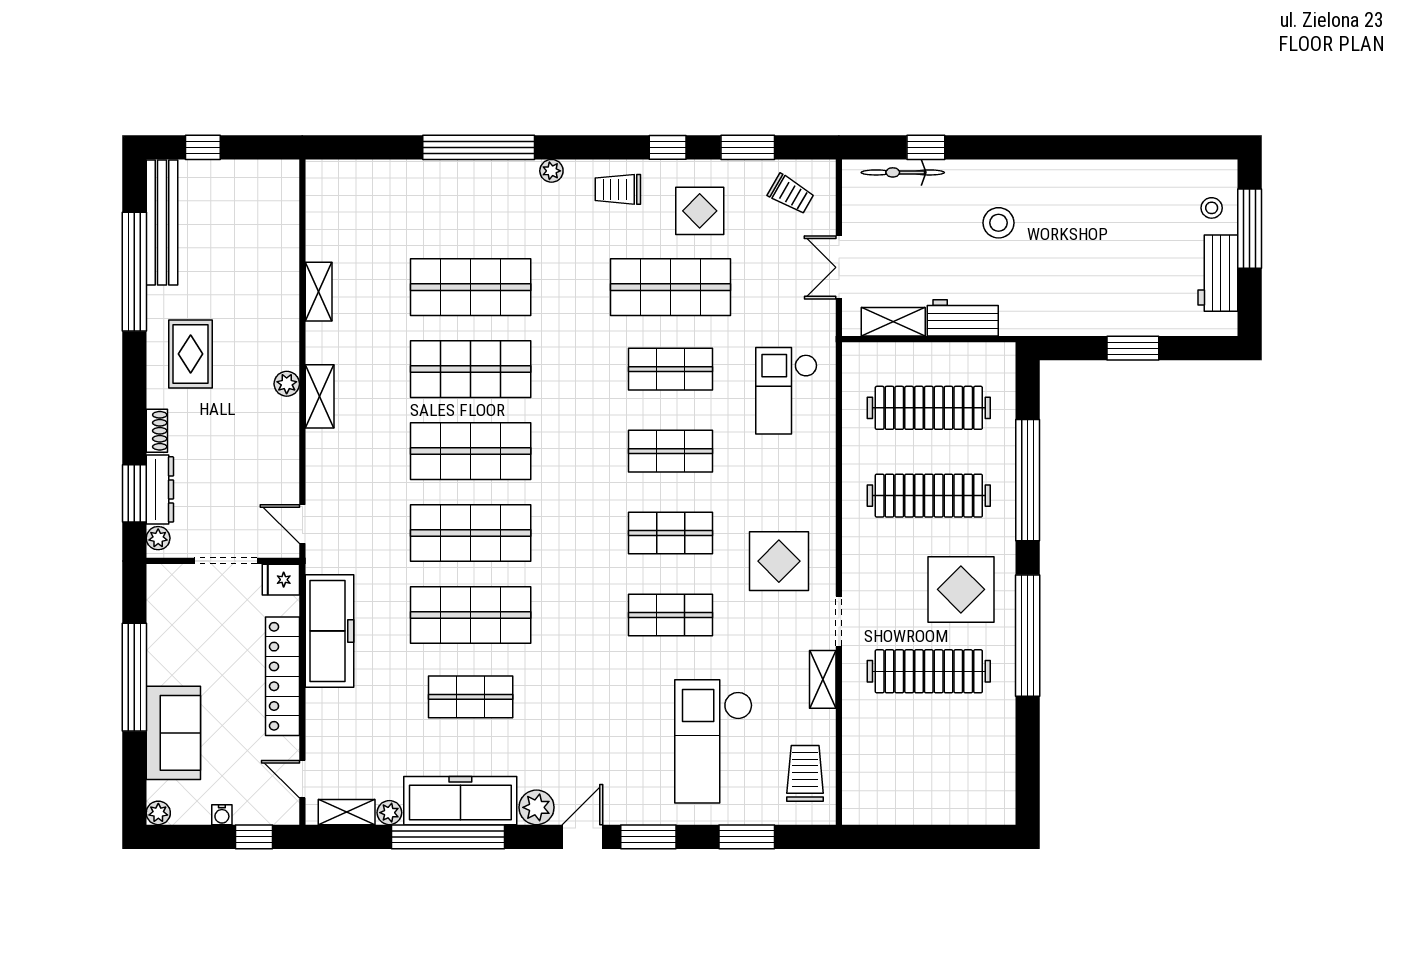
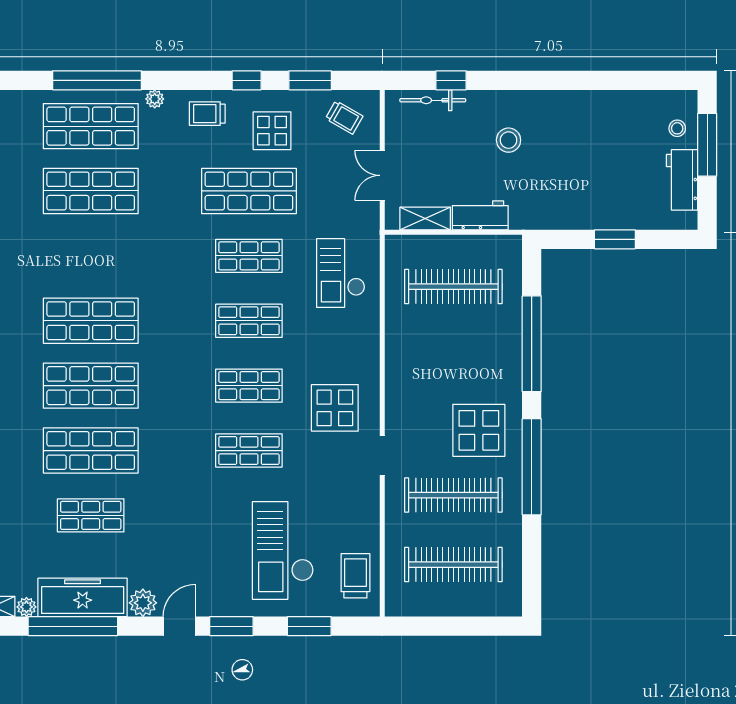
shop shelf: (471, 369) -> (91, 126), moved
clothes rail: (929, 496) -> (453, 565), moved
shelving: (823, 679) -> (369, 501), removed

